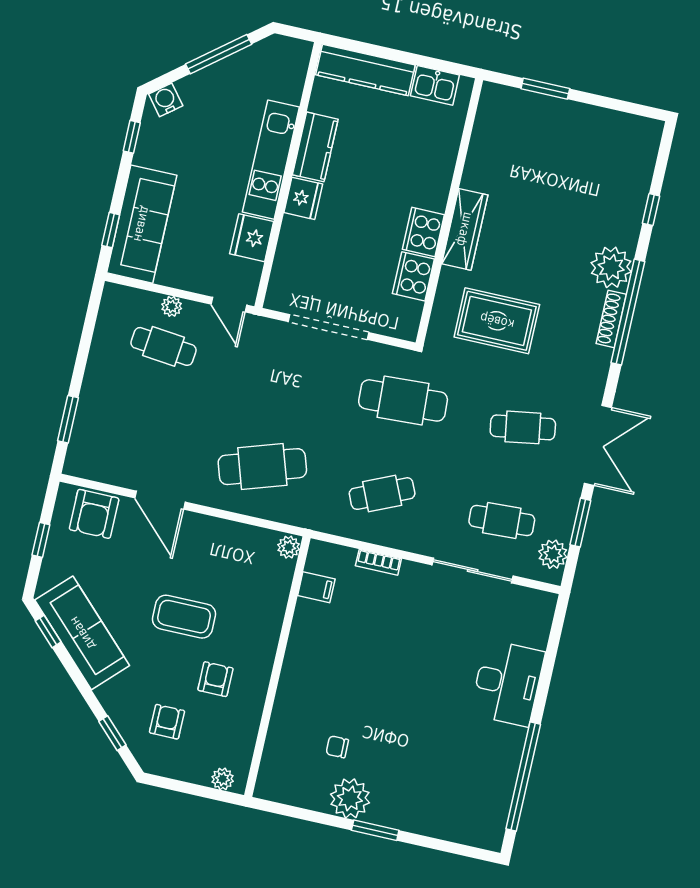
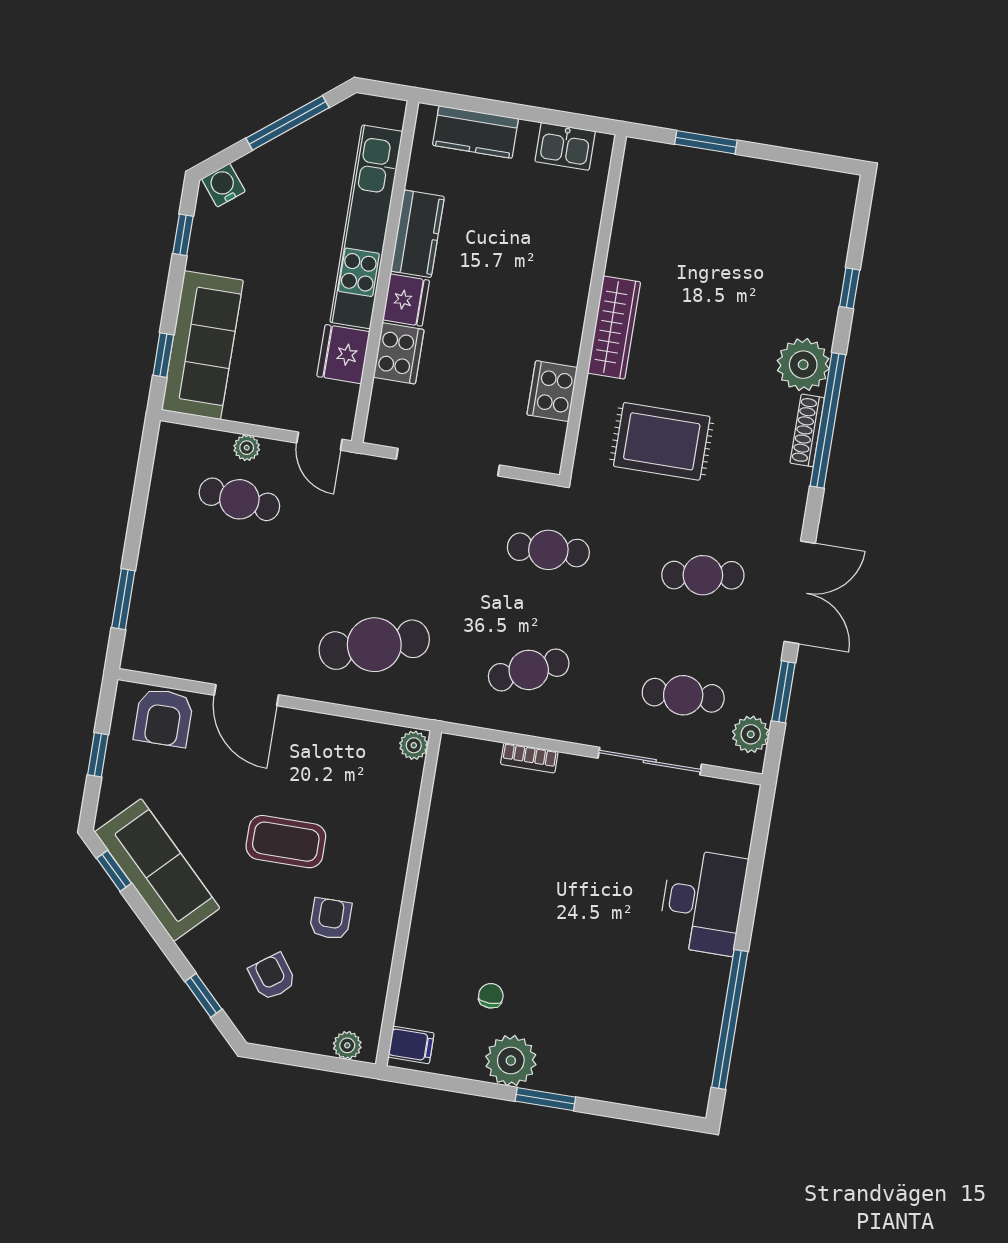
kitchen counter: (365, 70) -> (475, 132), width x0.67
kitchen unit: (271, 160) -> (366, 227), width x1.36
cooker: (423, 232) -> (399, 353), moved, turned 180
cafe table: (403, 400) -> (548, 550), width x0.73, depth x0.74
filing cabinet: (316, 587) -> (411, 1045), moved
armchair: (167, 722) -> (272, 977), turned -36
chair: (337, 747) -> (491, 996), turned 90

